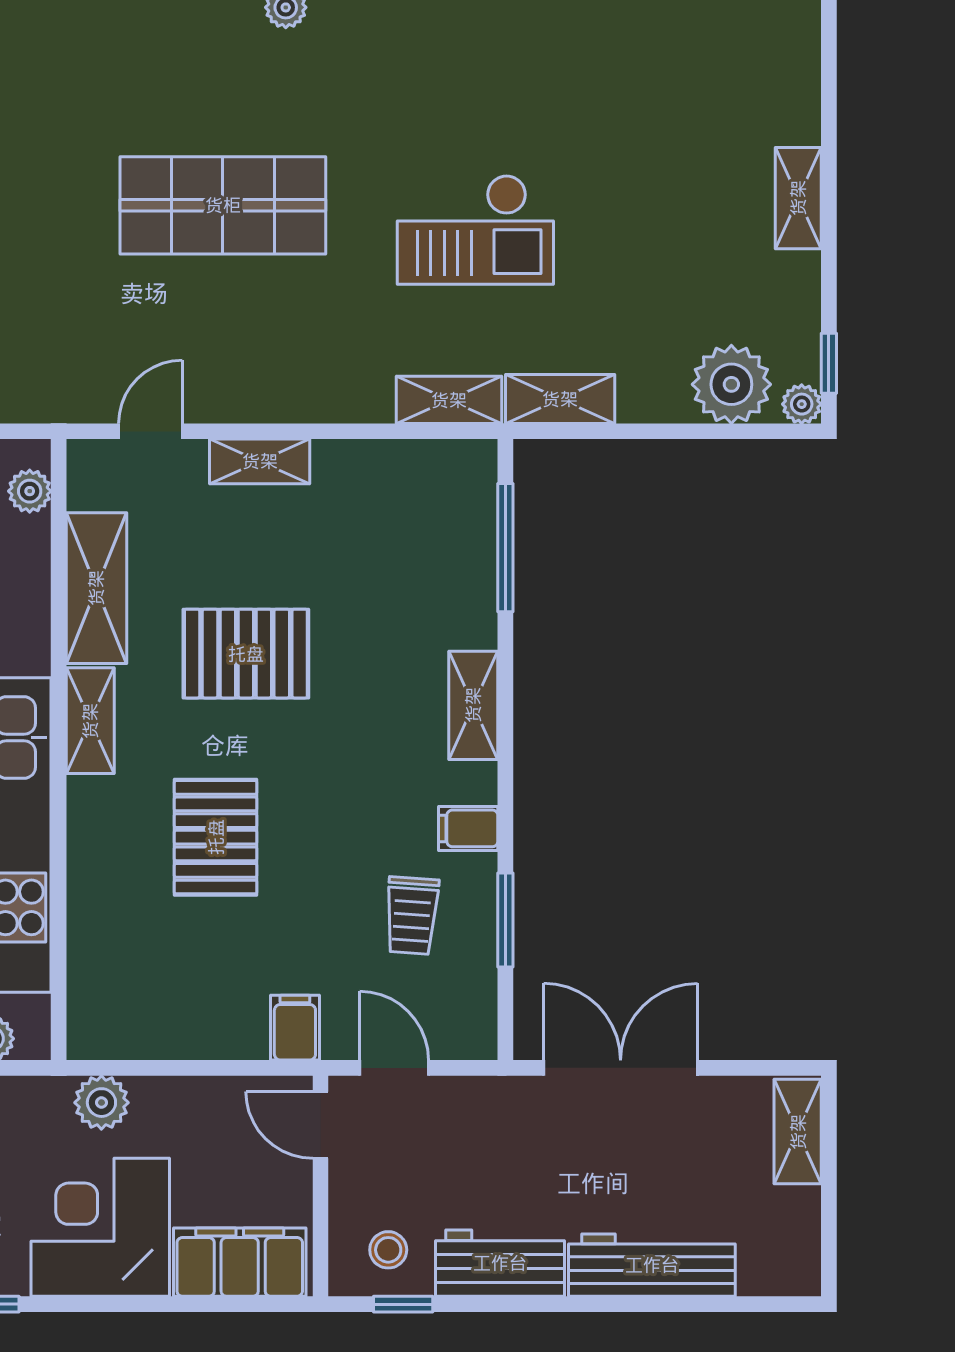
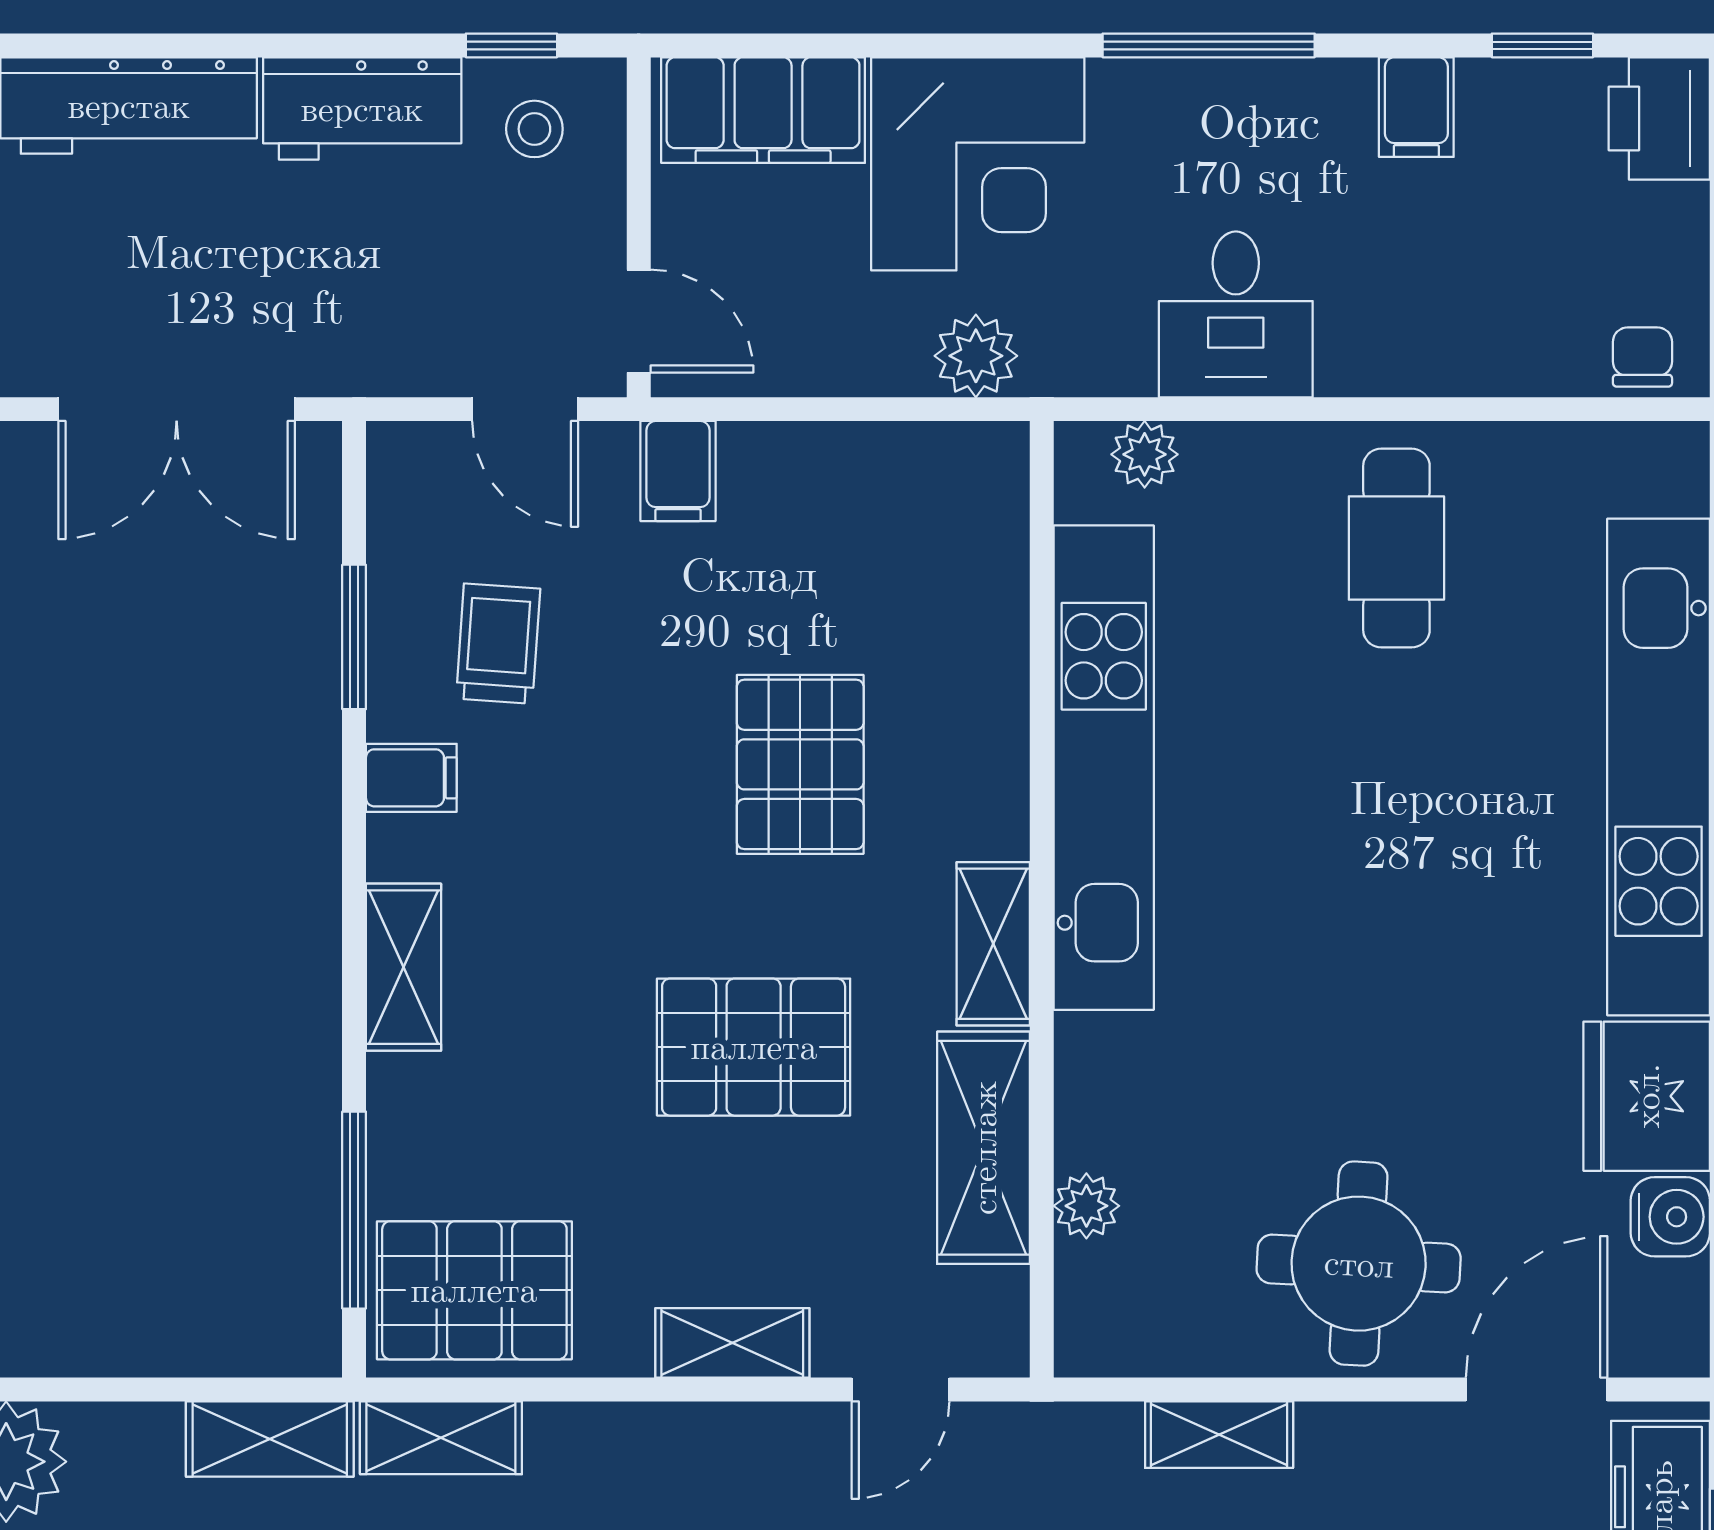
plant: (30, 491) -> (1086, 1206), moved
pallet: (427, 496) -> (474, 1290), added

